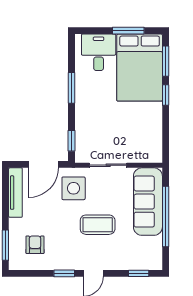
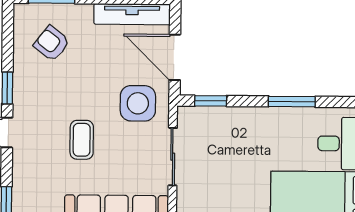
coffee table: (98, 225) -> (82, 140), width x0.73, depth x0.77
armchair: (35, 245) -> (52, 43), turned -142

